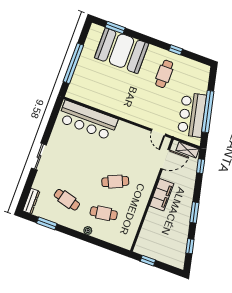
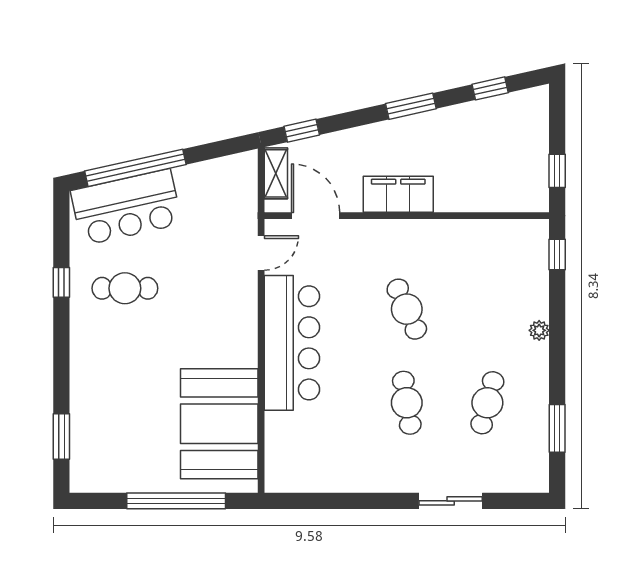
booth: (122, 51) -> (219, 424), moved
window: (208, 112) -> (135, 168), moved
bar counter: (192, 115) -> (126, 207), moved
bar counter: (88, 120) -> (292, 343), moved
sliding door: (39, 157) -> (451, 501), moved
dresser: (31, 201) -> (520, 482), removed
cafe table: (104, 213) -> (407, 403), moved
window: (115, 249) -> (557, 254), added

